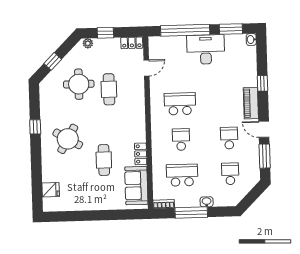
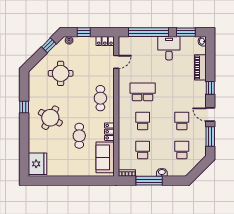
desk: (206, 49) -> (169, 48), width x0.73
window: (53, 61) -> (49, 45), moved
window: (263, 83) -> (210, 88), moved
cafe table: (109, 89) -> (100, 98), moved
piano: (251, 103) -> (200, 67), moved
school desk: (182, 175) -> (143, 150), width x0.54
fridge: (51, 190) -> (38, 164), width x1.88, depth x1.34

